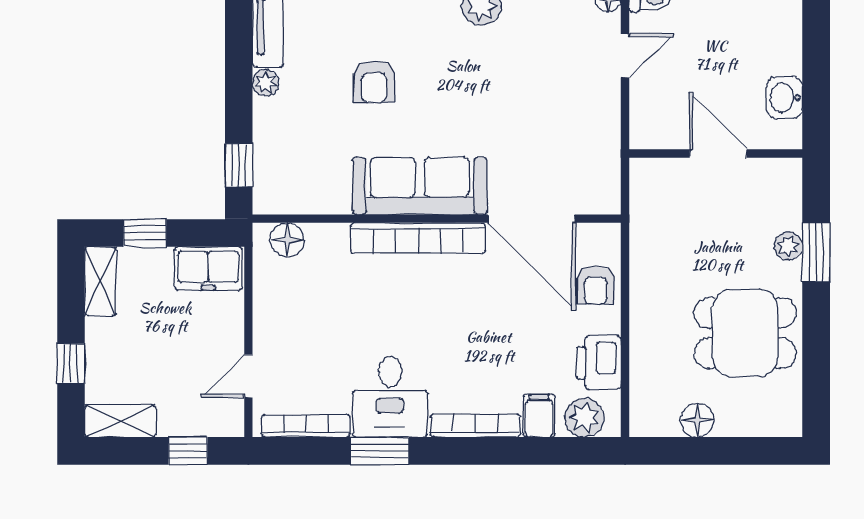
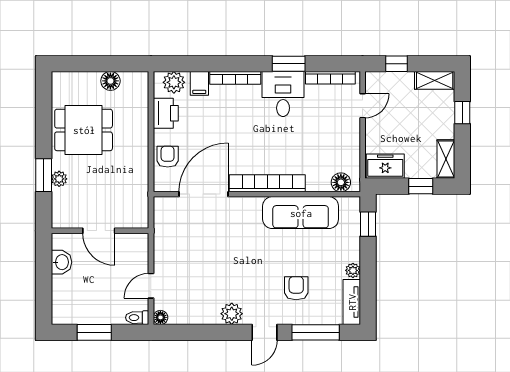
armchair: (374, 82) -> (296, 288), moved
sofa: (420, 186) -> (301, 213), moved
door: (532, 219) -> (204, 194), hinge flipped

